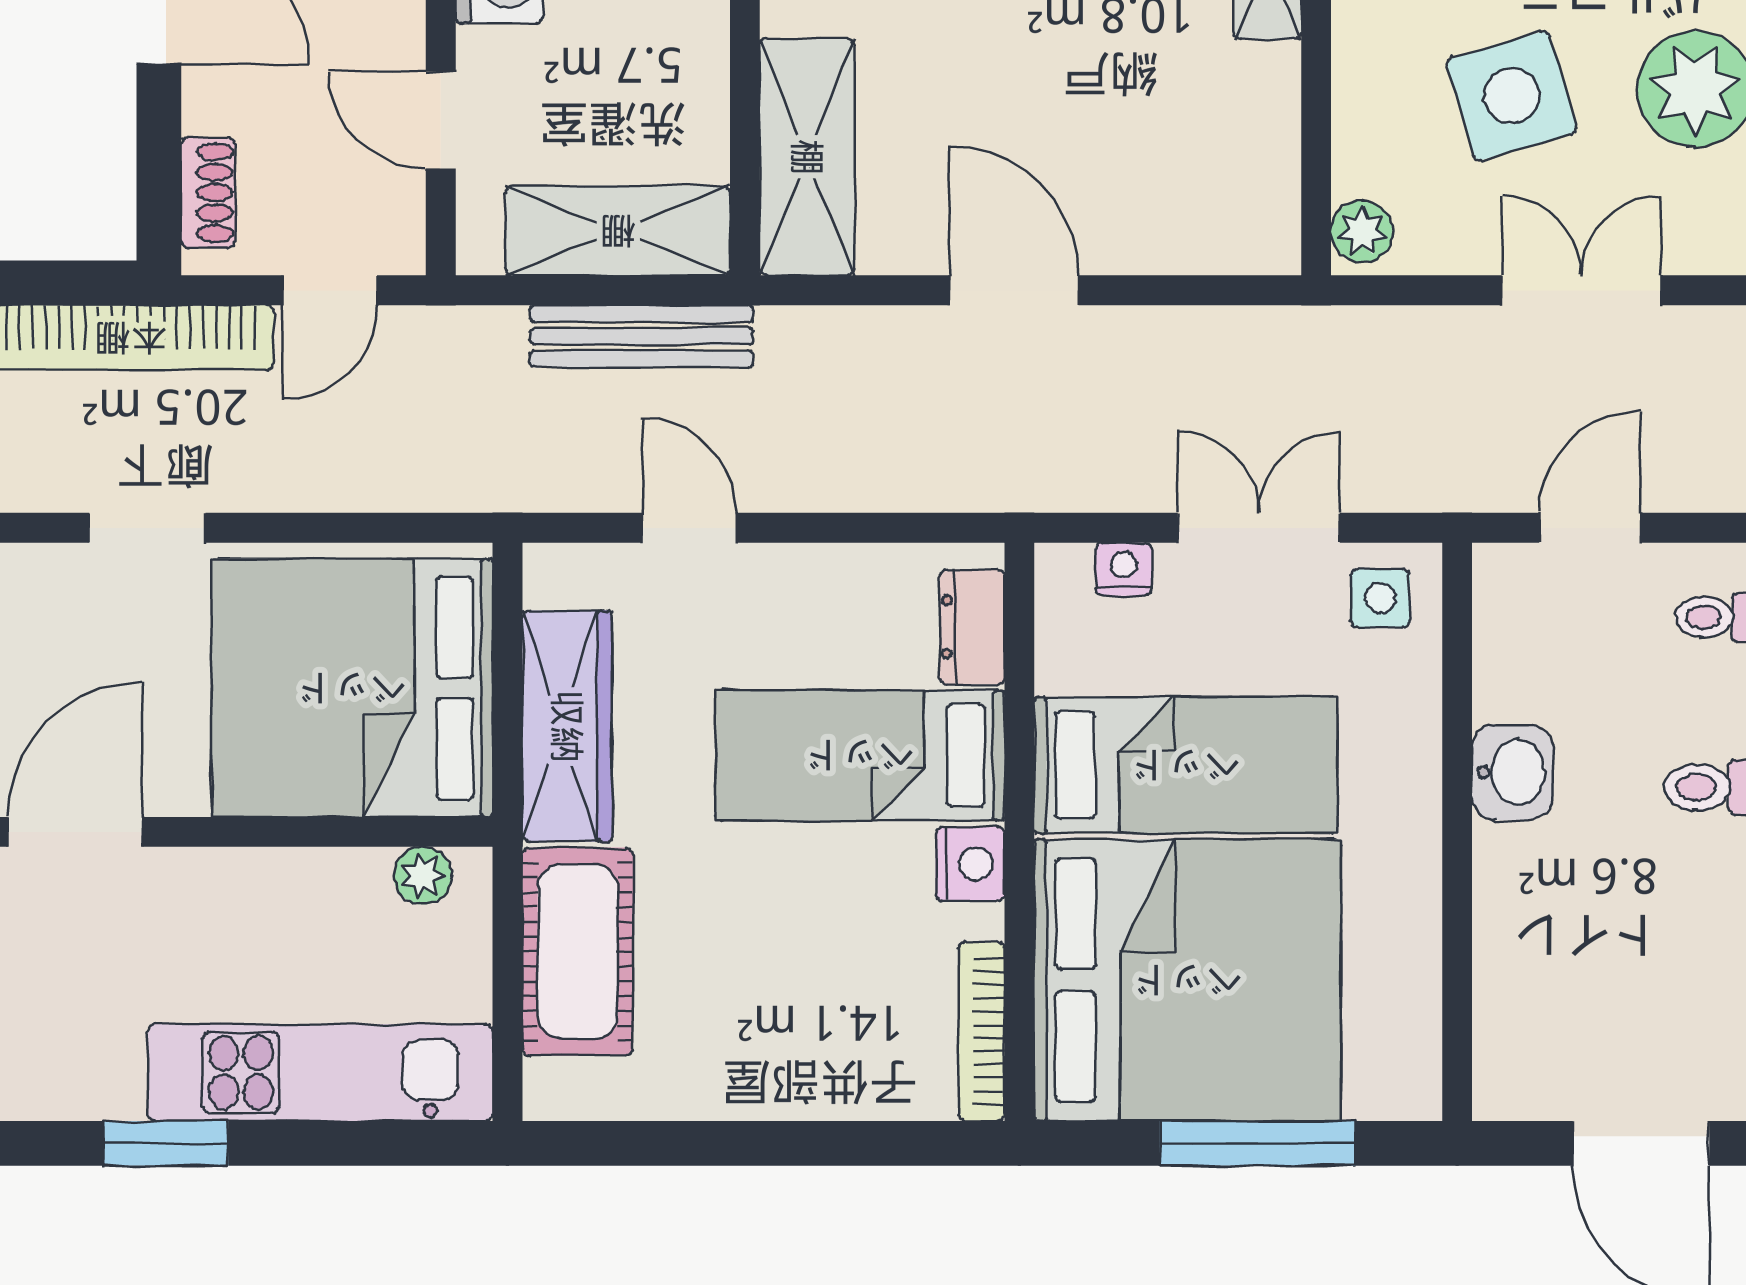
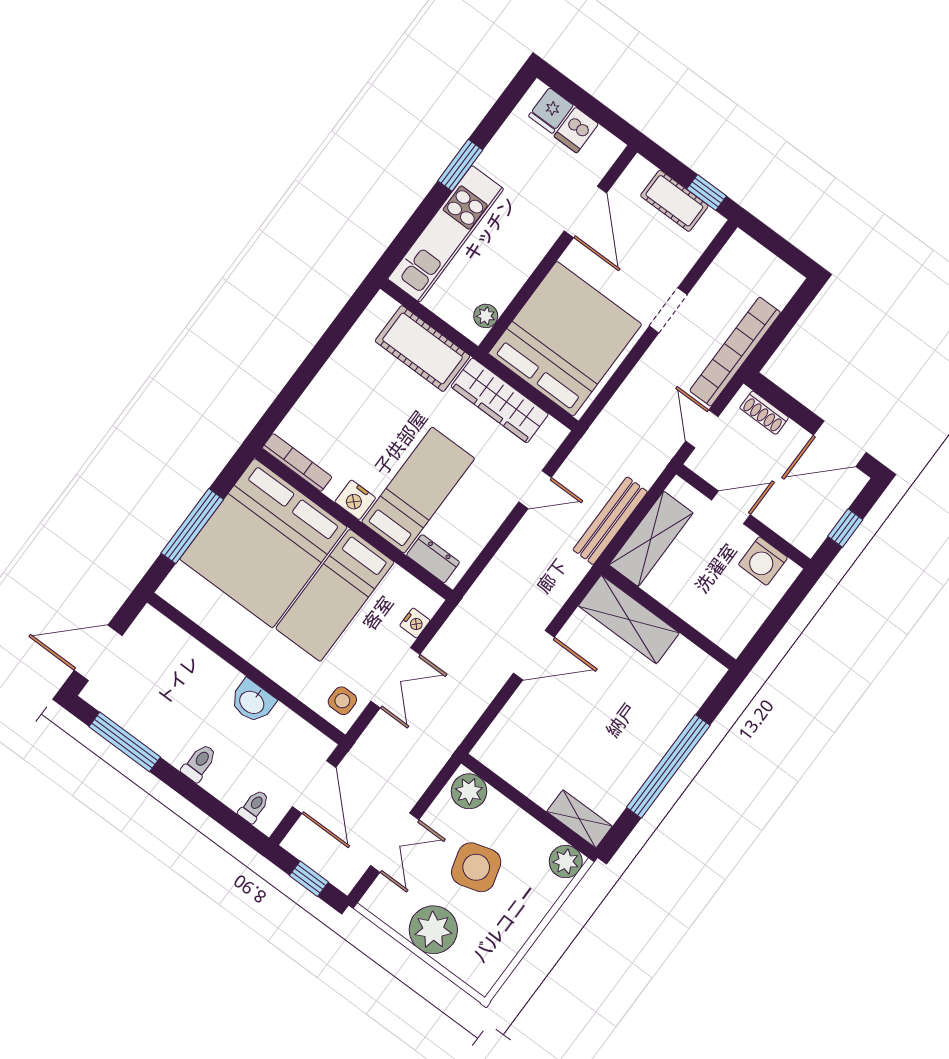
plant: (1362, 231) -> (469, 791), width x1.38, depth x1.38
door: (1590, 528) -> (314, 787), width x1.38

